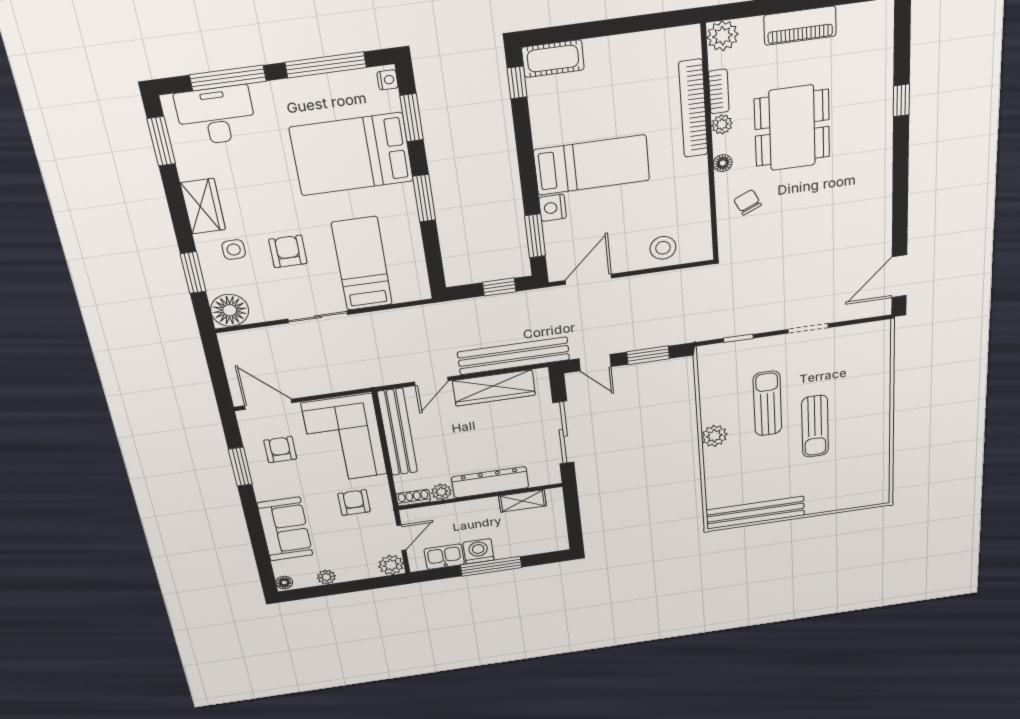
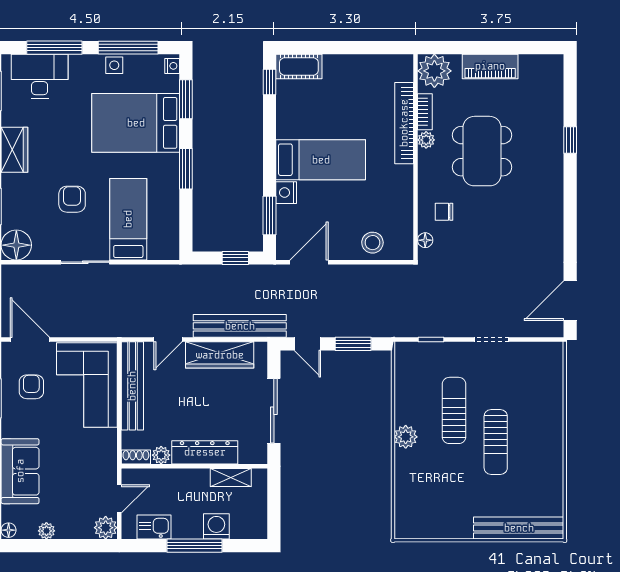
plant: (723, 36) -> (434, 71), width x1.36, depth x1.36
floor lamp: (723, 163) -> (425, 240), moved
chair: (748, 202) -> (444, 212), turned -65
side table: (234, 250) -> (114, 65), moved
armchair: (354, 503) -> (84, 453), removed
bench: (755, 513) -> (519, 528), moved
washing machine: (478, 551) -> (216, 526), moved

